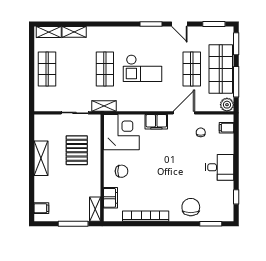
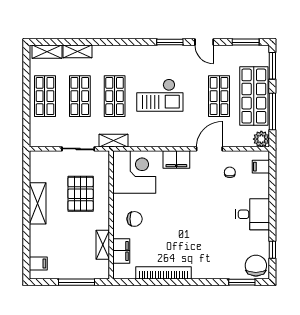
shop shelf: (76, 69) -> (80, 96), added
chair: (191, 207) -> (256, 266), moved
shelving: (95, 209) -> (103, 245), moved

